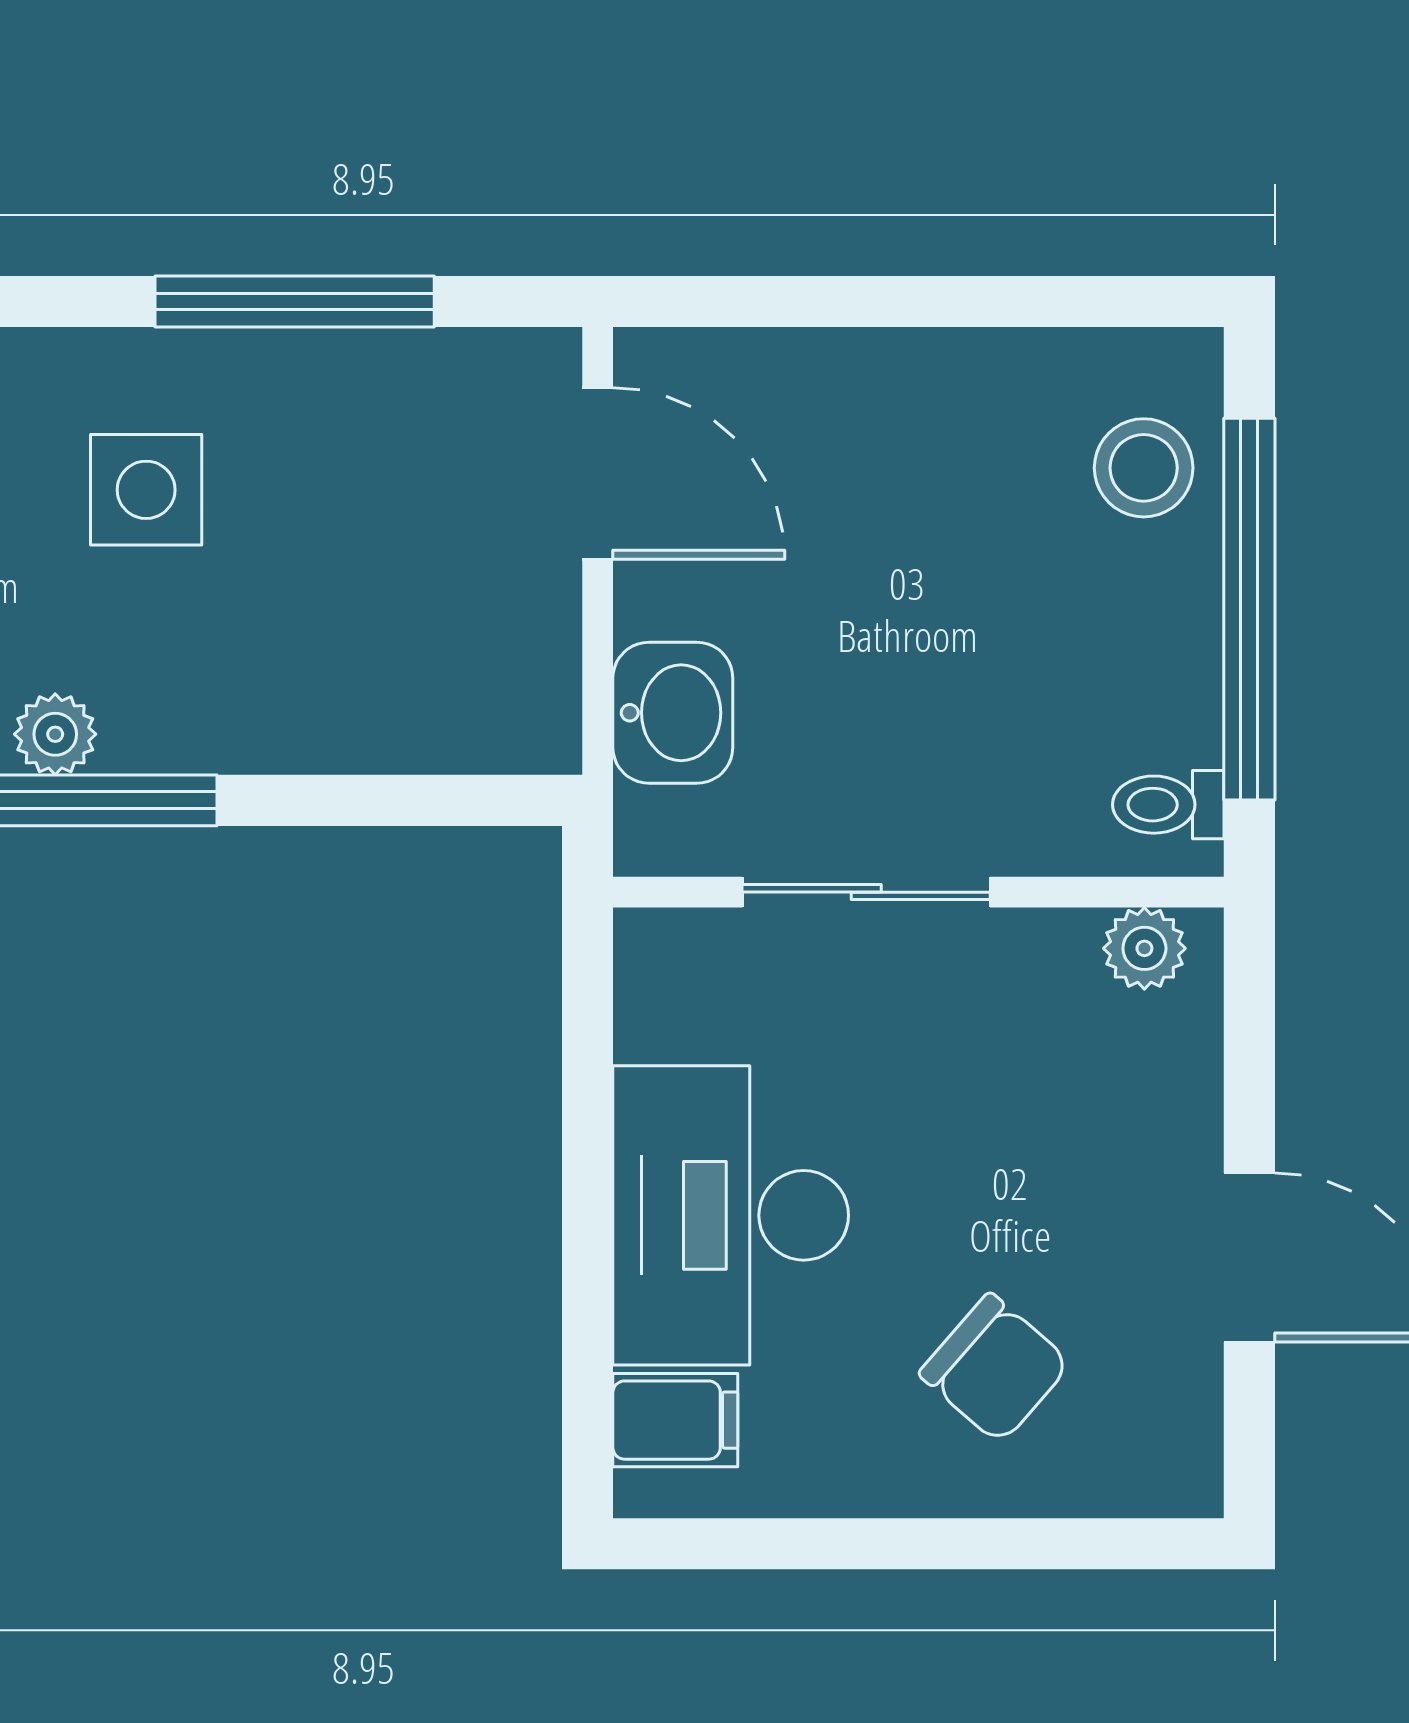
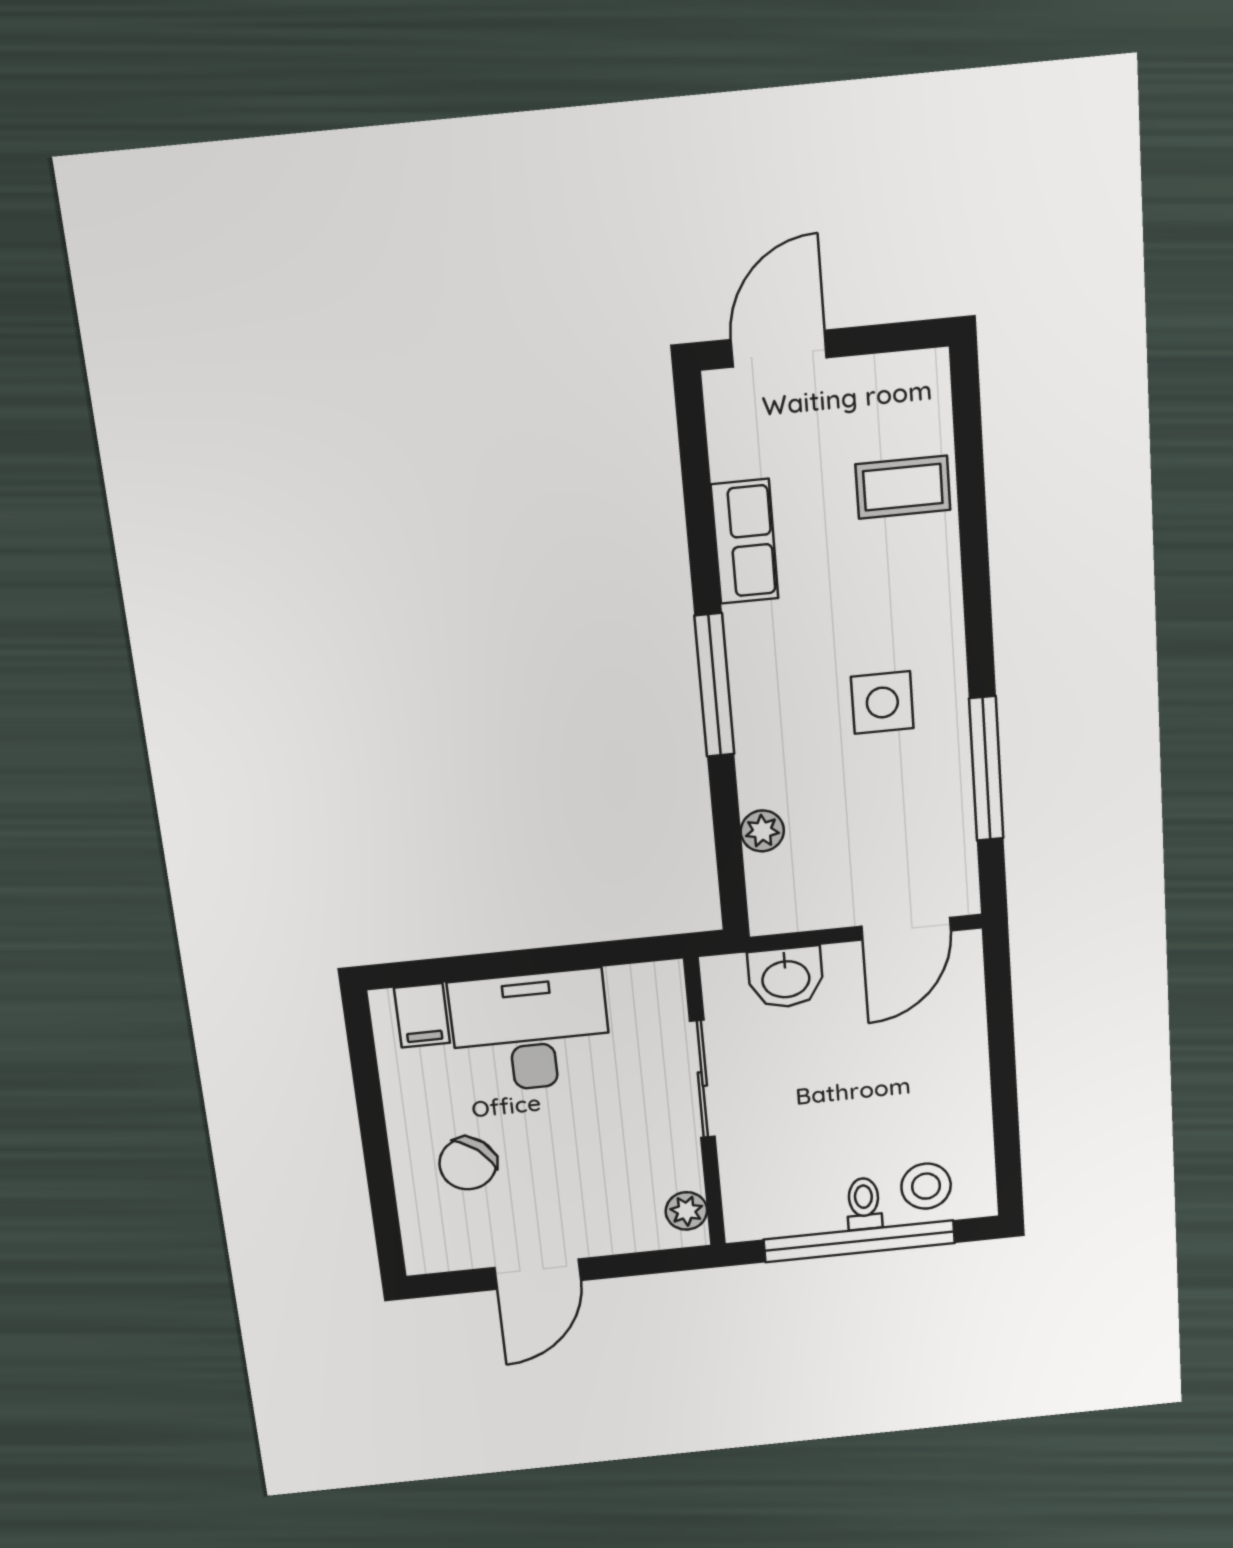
plant: (55, 734) -> (762, 831), moved
toilet: (1168, 805) -> (864, 1204), moved

